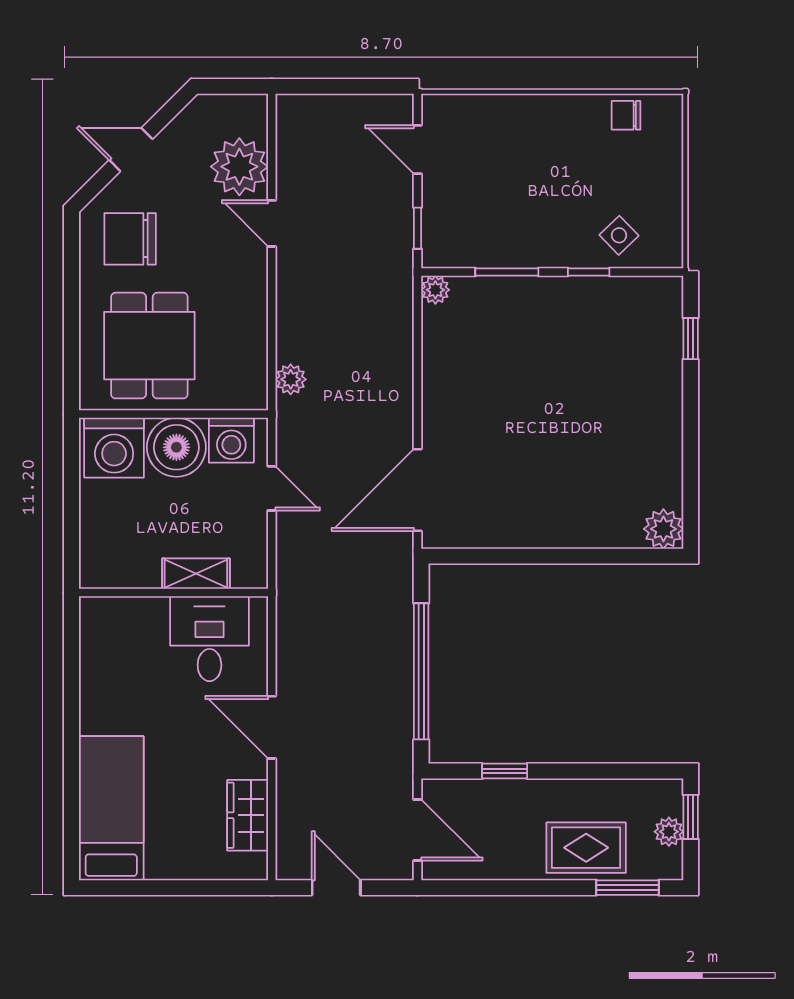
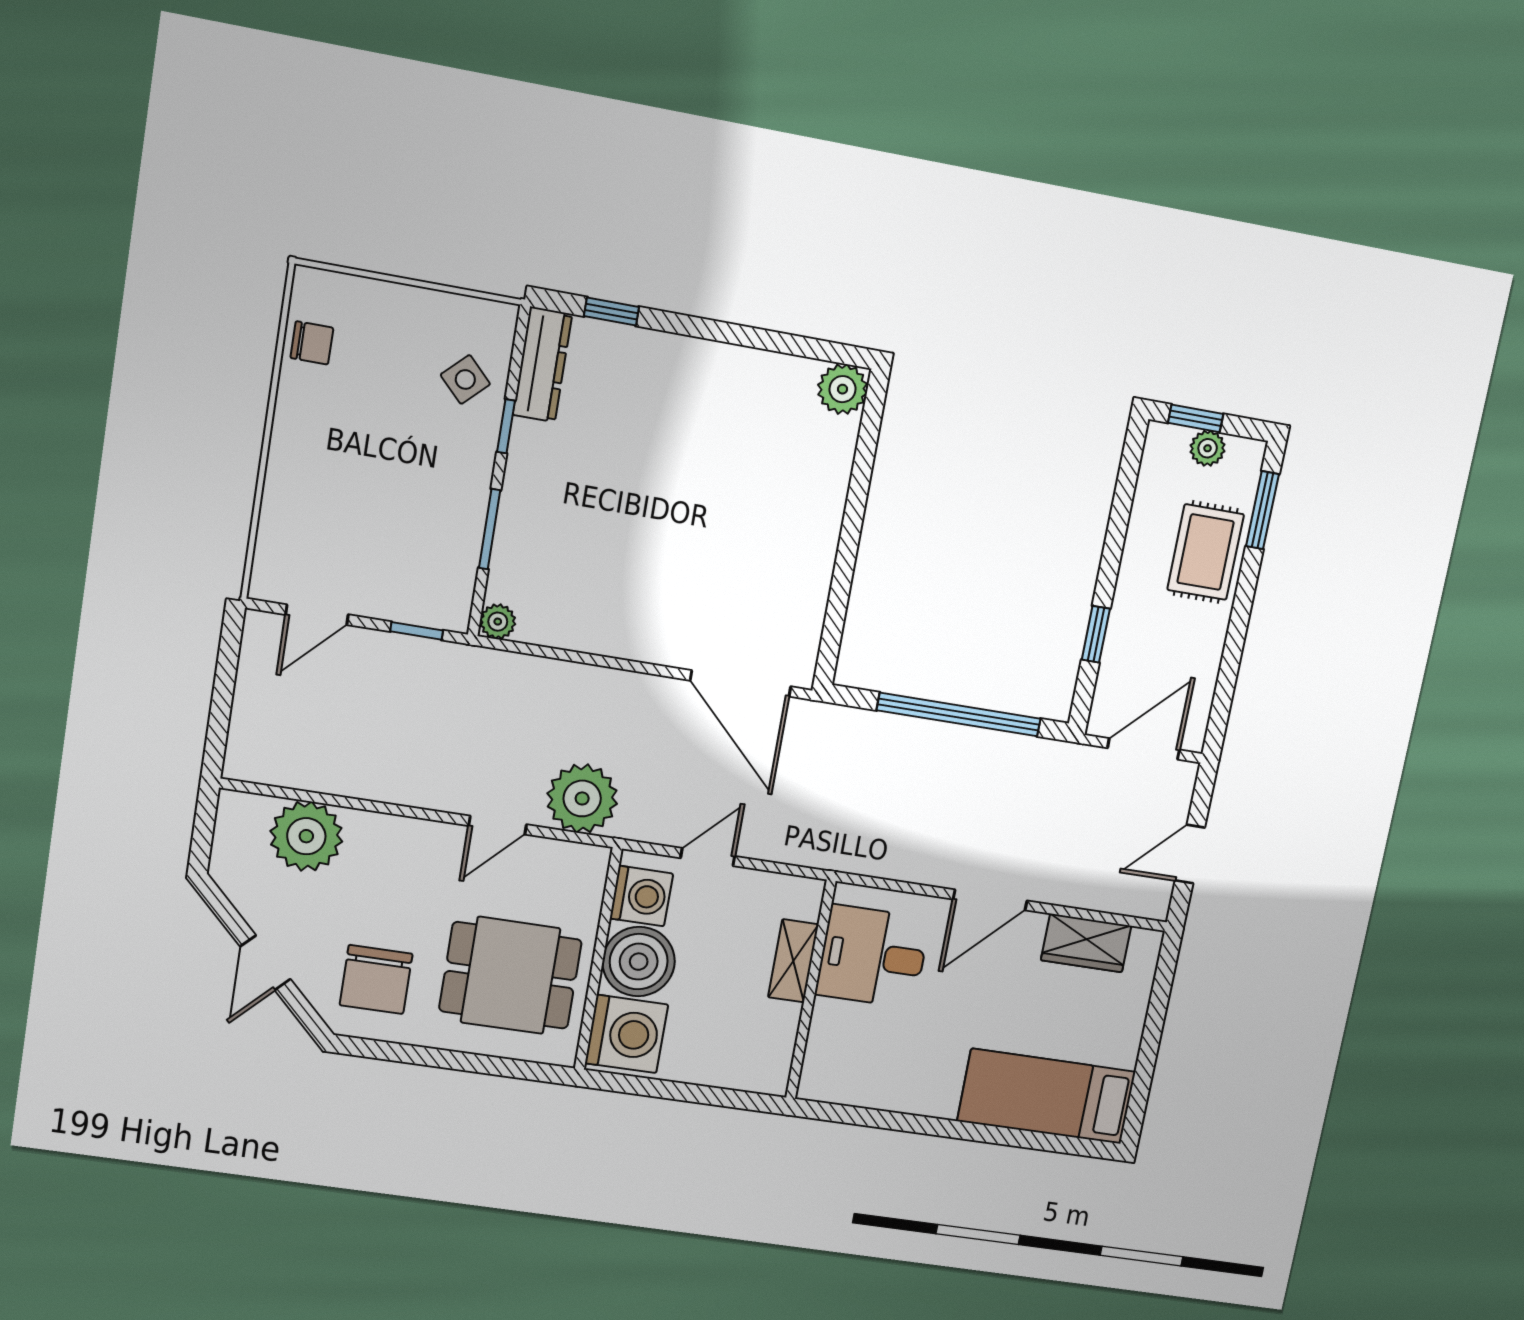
chair: (626, 115) -> (312, 343), turned -90
door: (272, 223) -> (498, 825), moved
dresser: (641, 292) -> (542, 365), added
plant: (291, 379) -> (582, 798), width x1.88, depth x1.88

